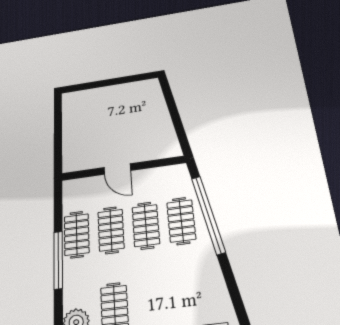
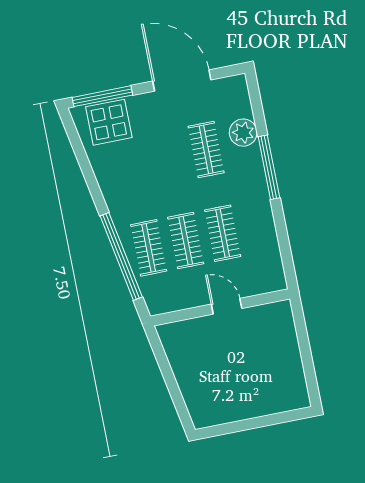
clothes rail: (77, 235) -> (260, 226), removed
window: (58, 260) -> (269, 167), moved

